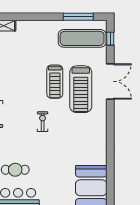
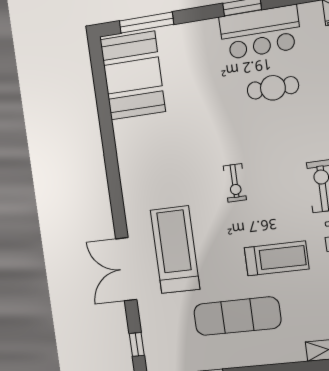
exercise mat: (82, 38) -> (237, 316), moved
treadmill: (55, 82) -> (277, 258), moved, turned 90

